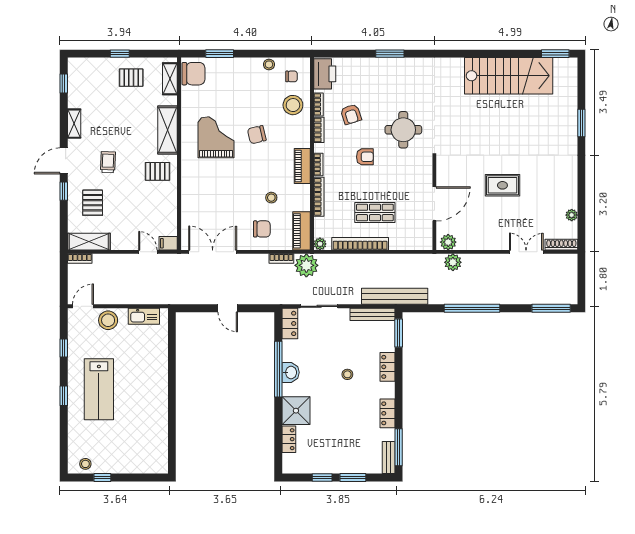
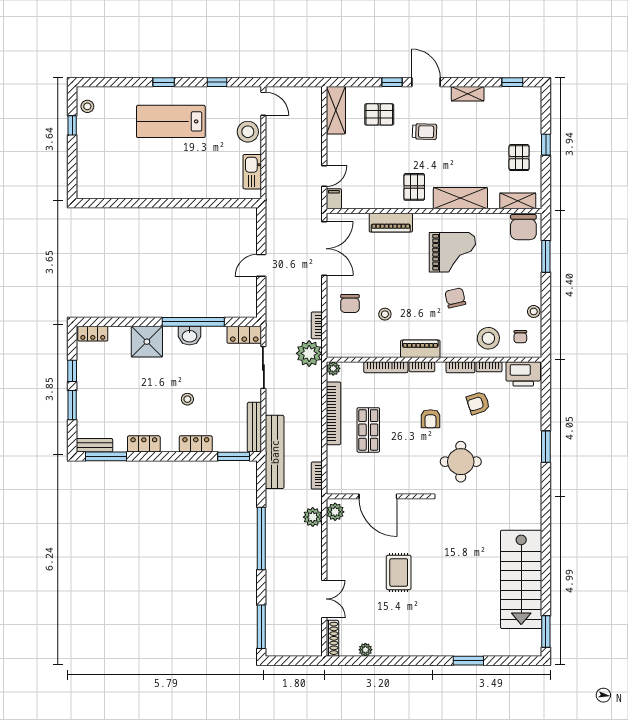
piano: (302, 231) -> (391, 223), moved, turned 180
bookcase: (80, 259) -> (317, 476), moved
locker: (289, 439) -> (93, 334), moved

